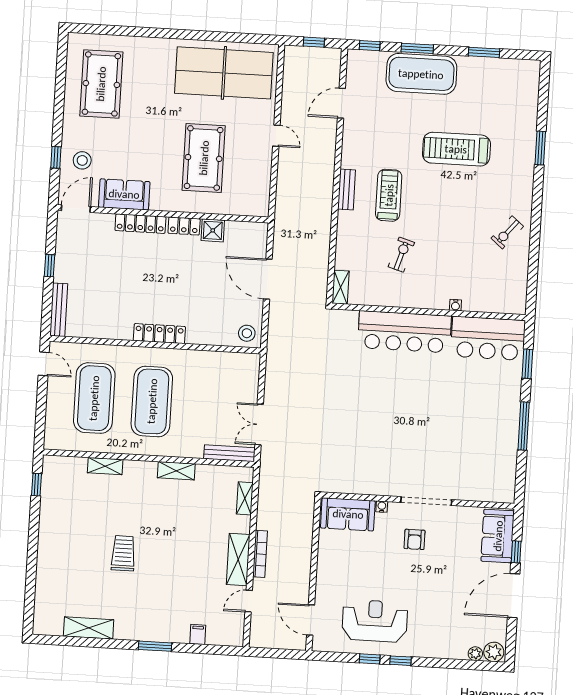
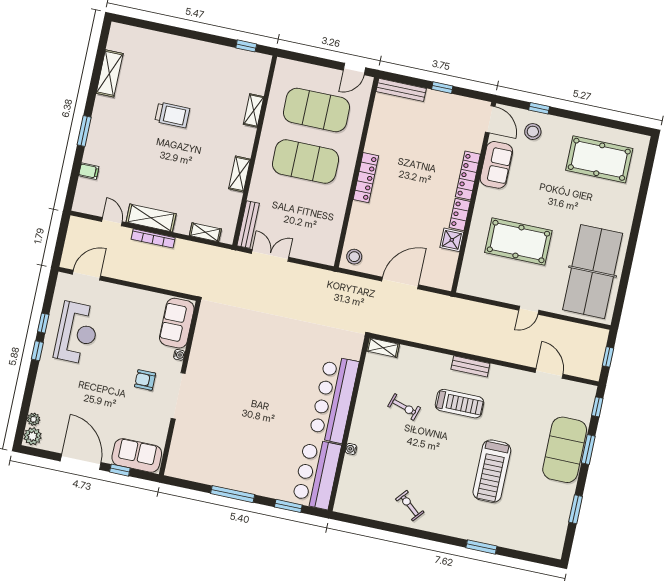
treadmill: (456, 149) -> (492, 471), turned 180

